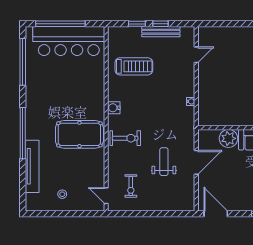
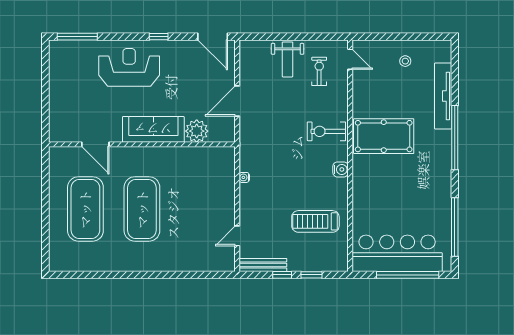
bench: (161, 32) -> (263, 265), moved
weight bench: (164, 162) -> (288, 59), moved

